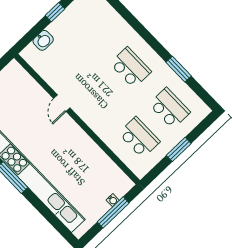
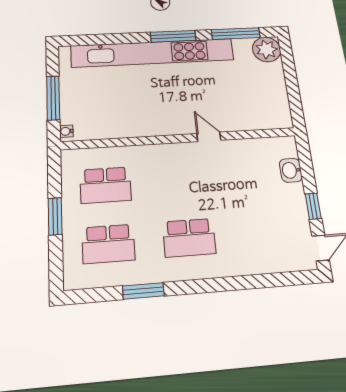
water cooler: (113, 200) -> (66, 131), moved

